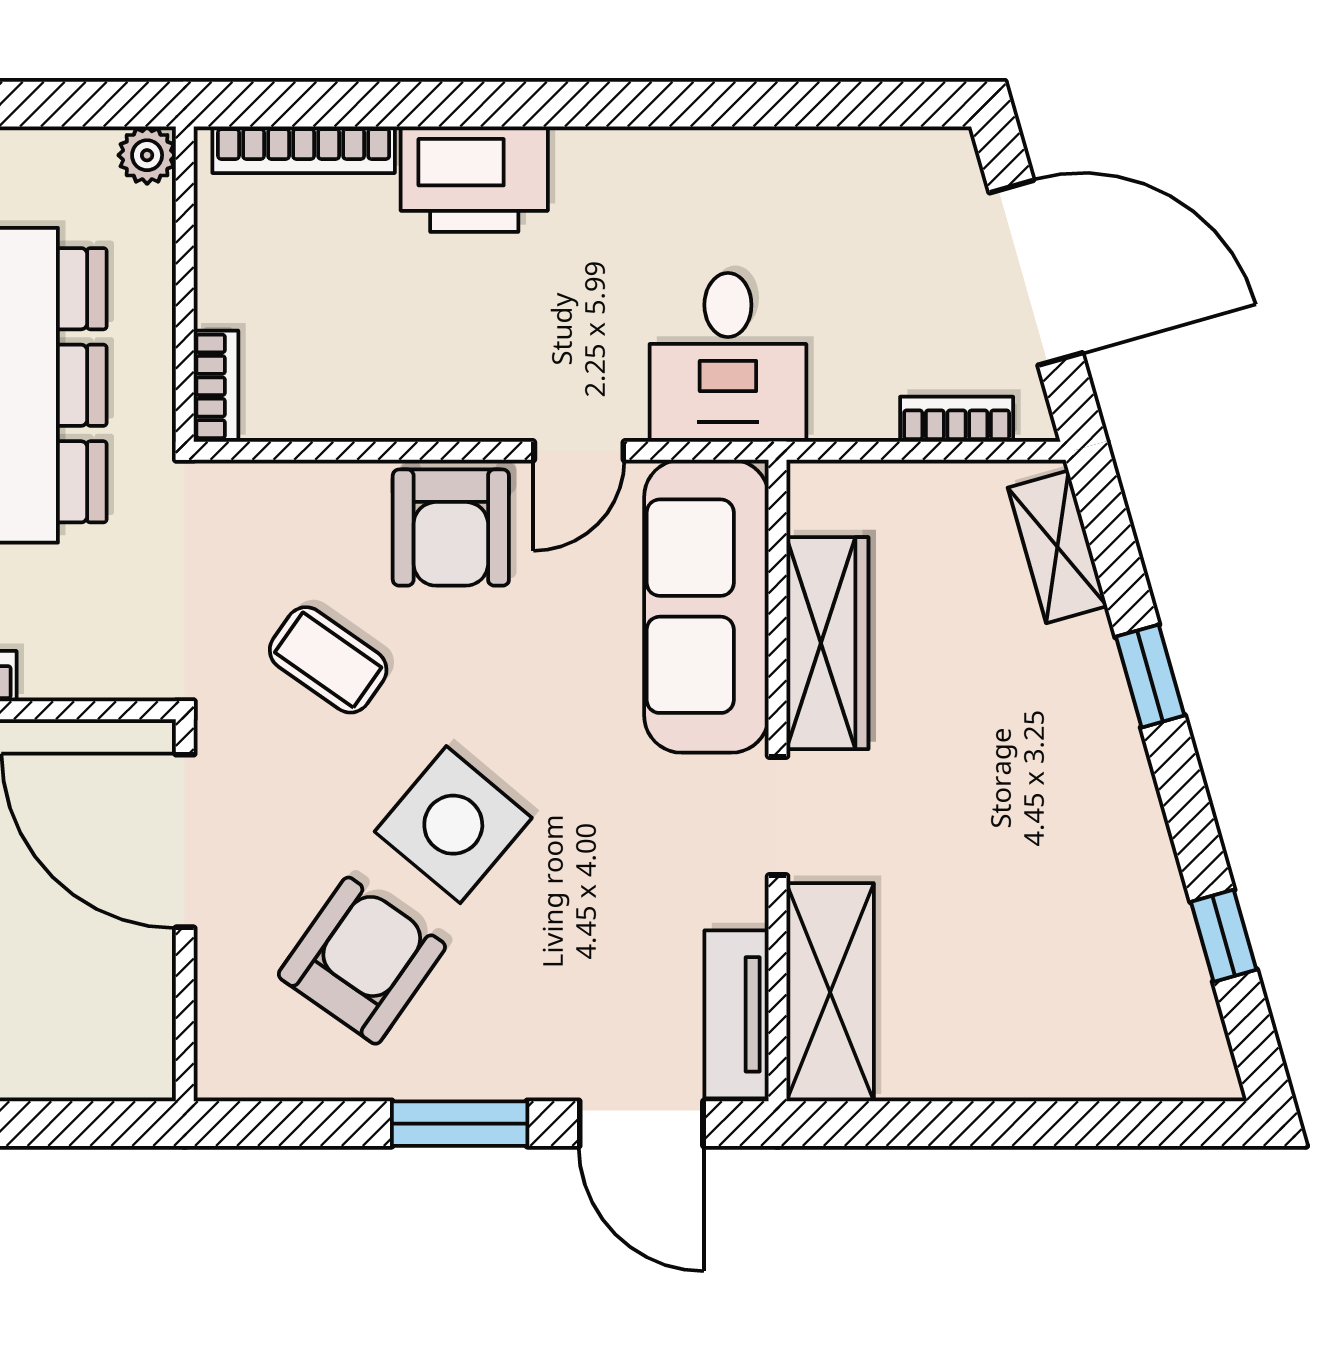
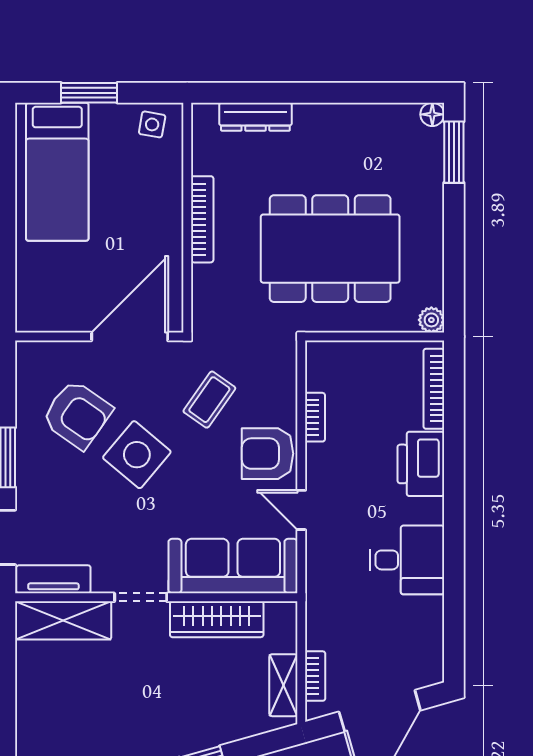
desk: (728, 357) -> (407, 560), moved, turned 180
bookcase: (216, 386) -> (315, 417), moved, turned -90
shelving: (1057, 547) -> (283, 685), moved, turned -74

